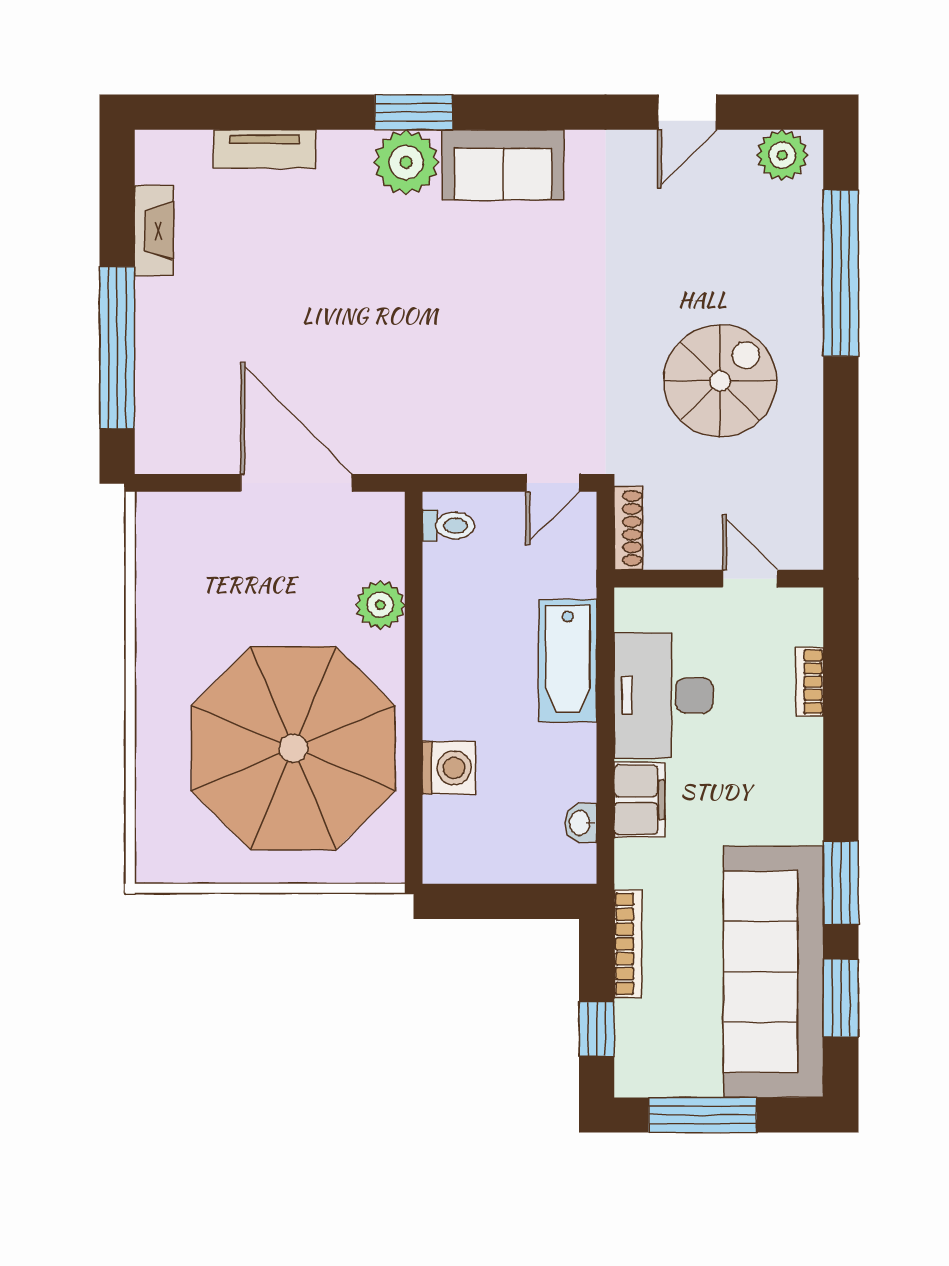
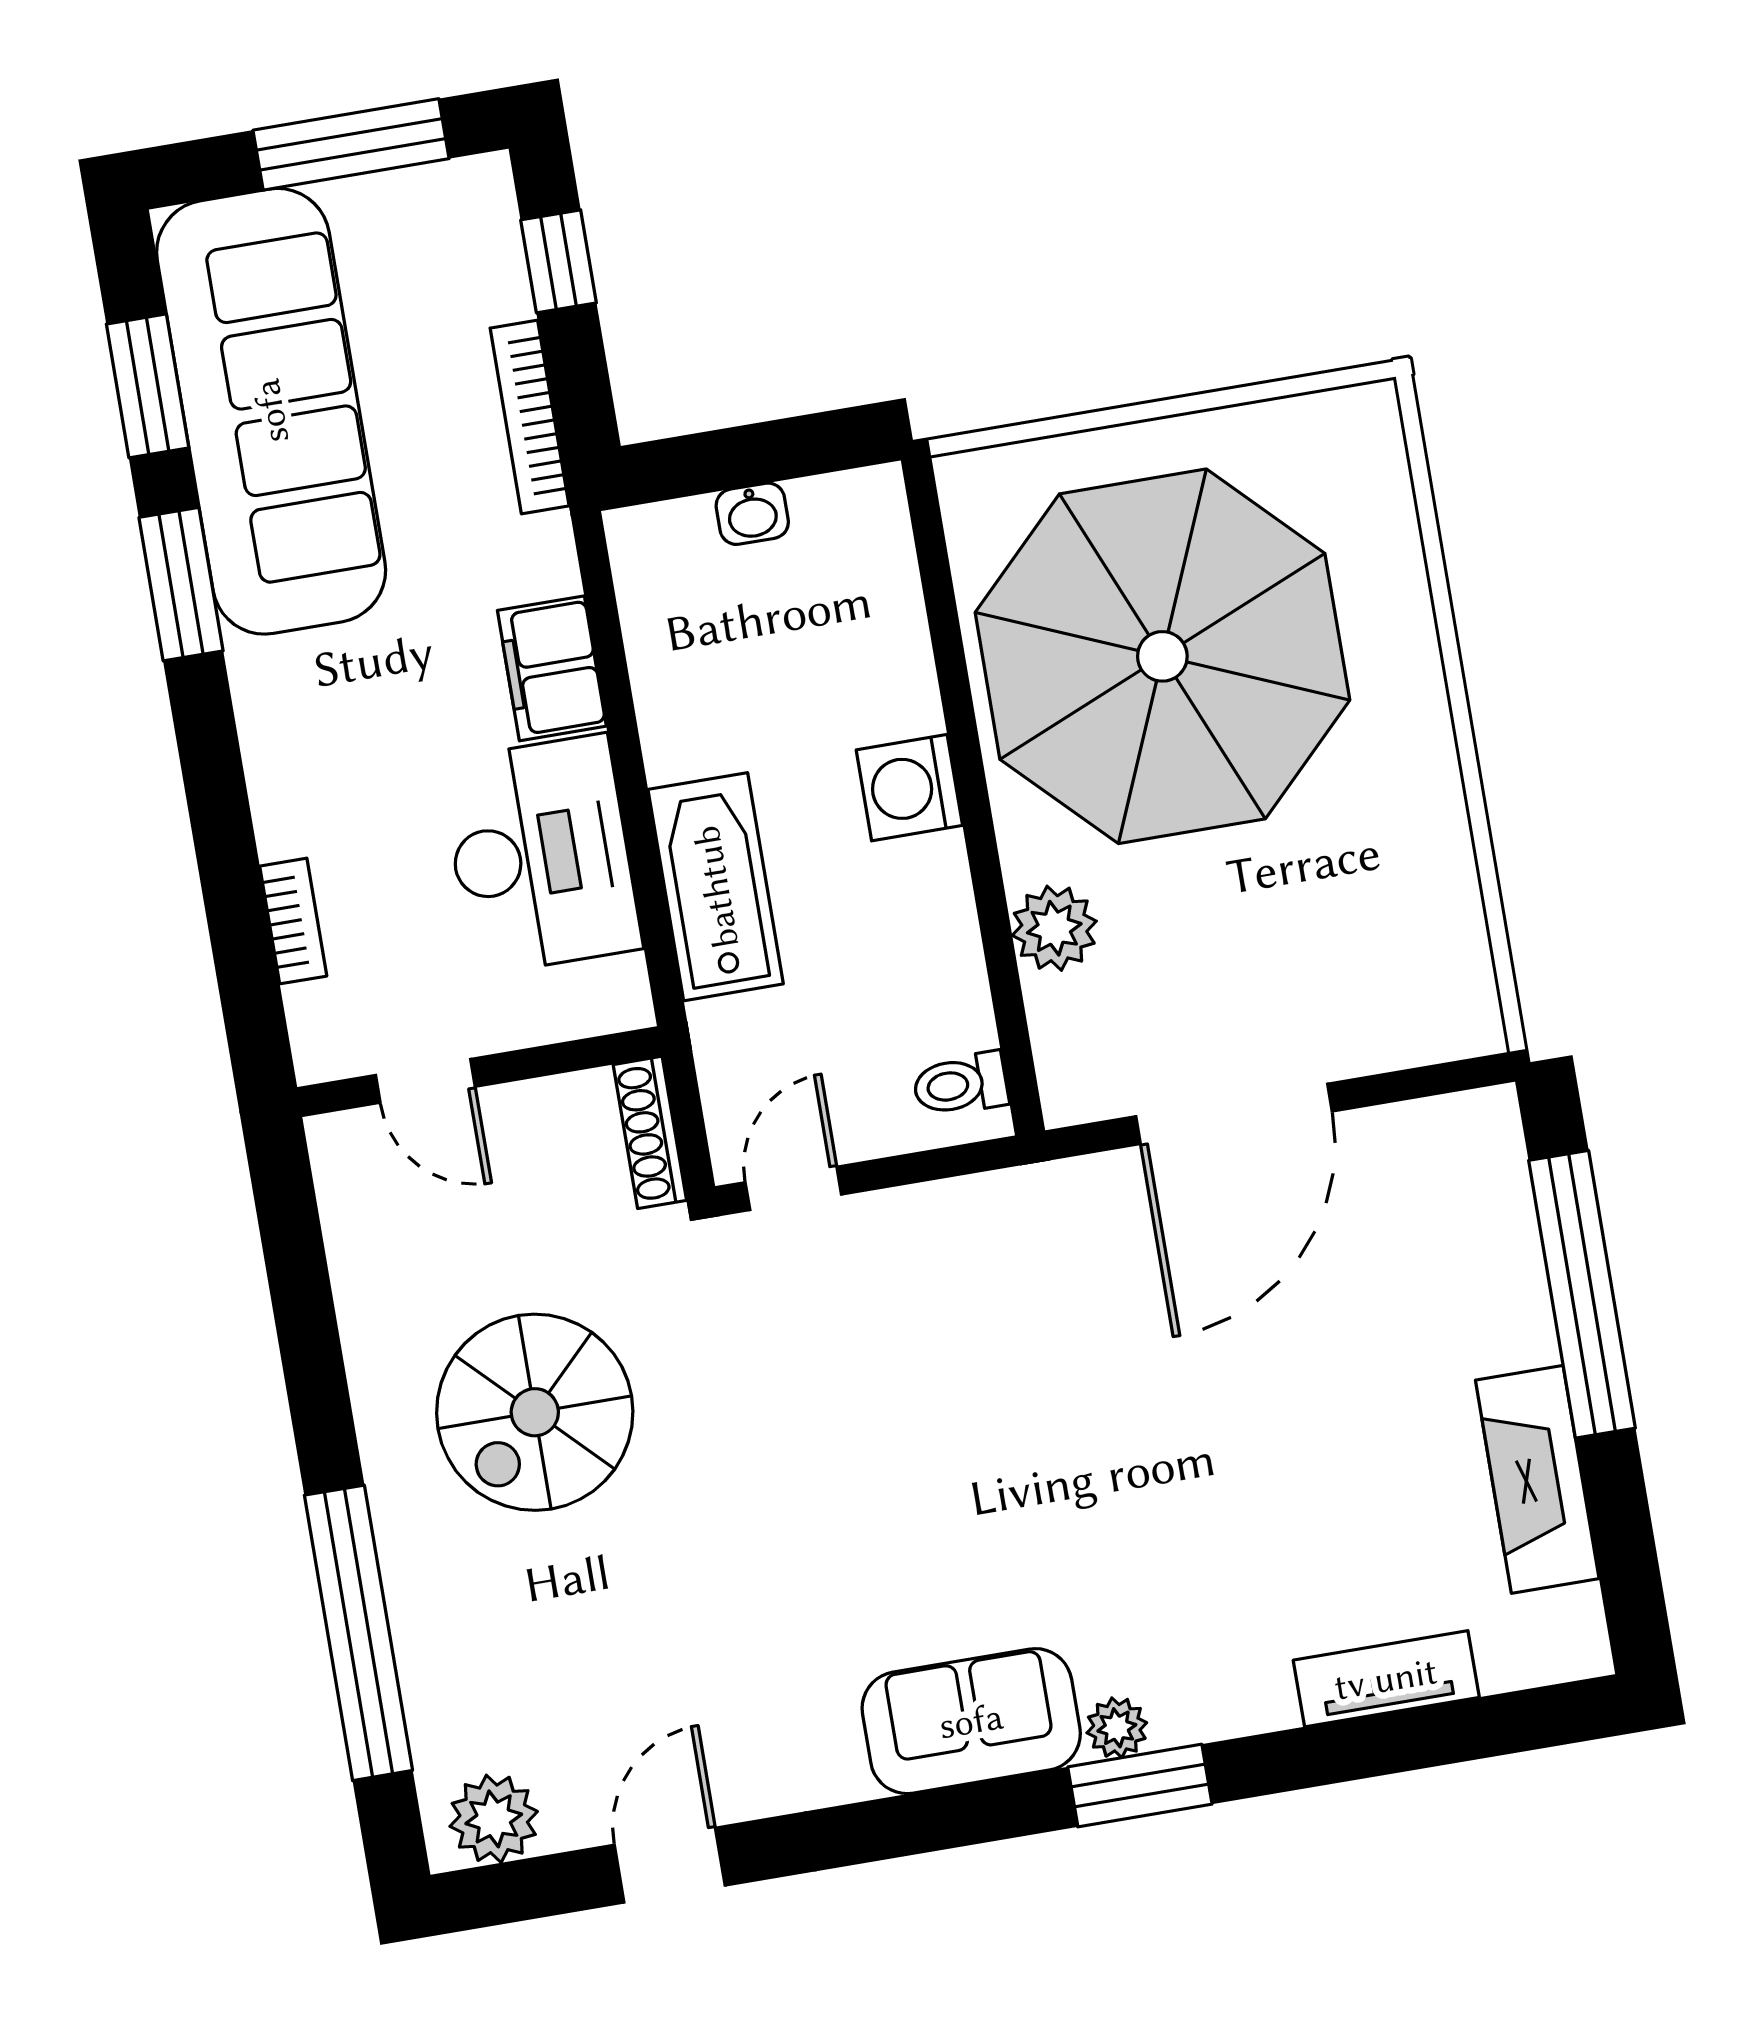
plant: (406, 162) -> (1117, 1728), width x0.53, depth x0.53
fireplace: (154, 231) -> (1537, 1479), width x1.37, depth x1.32
door: (296, 483) -> (1234, 1114), hinge flipped
washing machine: (449, 768) -> (909, 788), moved
washbasin: (581, 823) -> (752, 514), moved, turned 90

